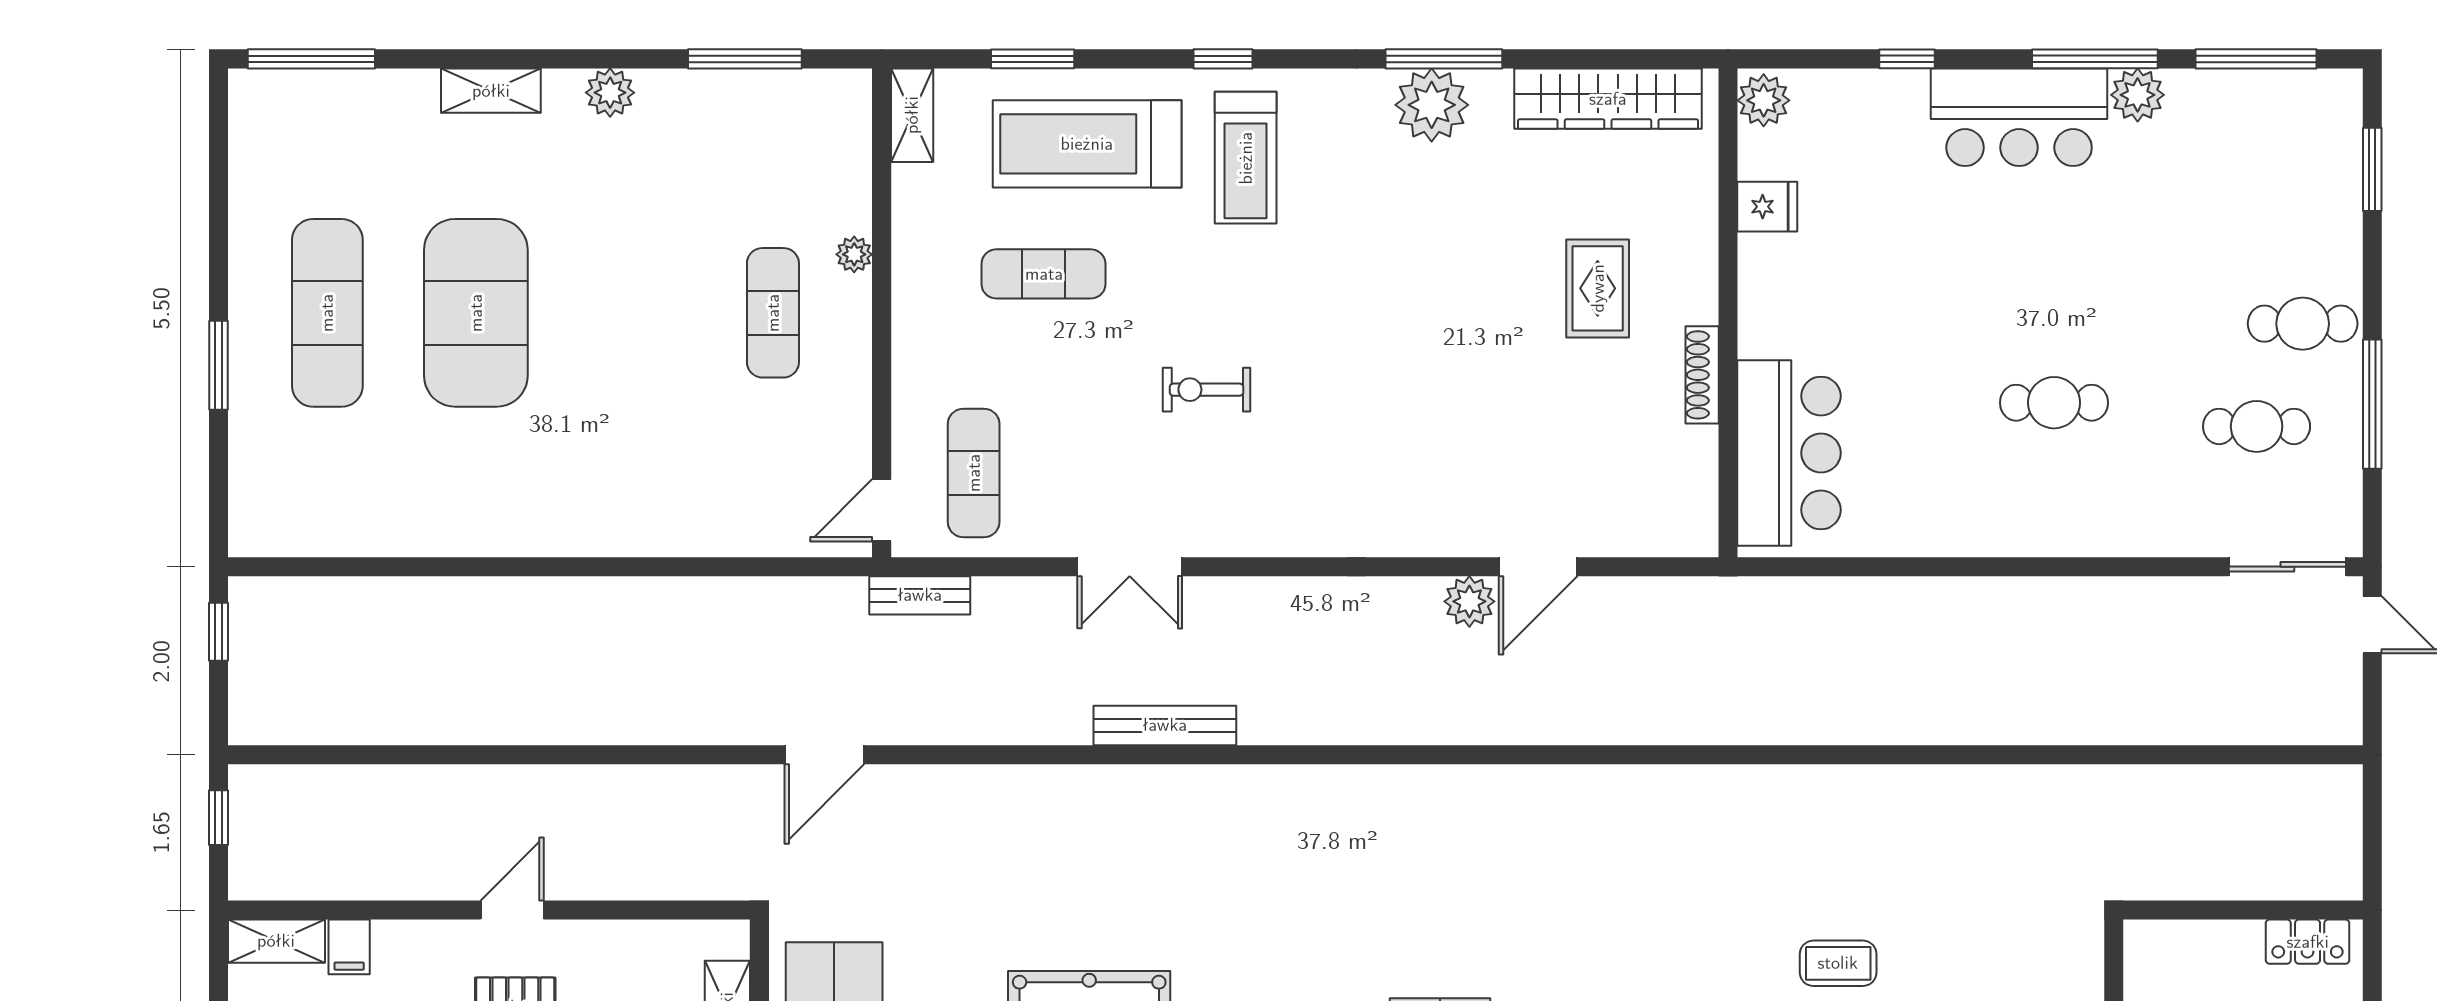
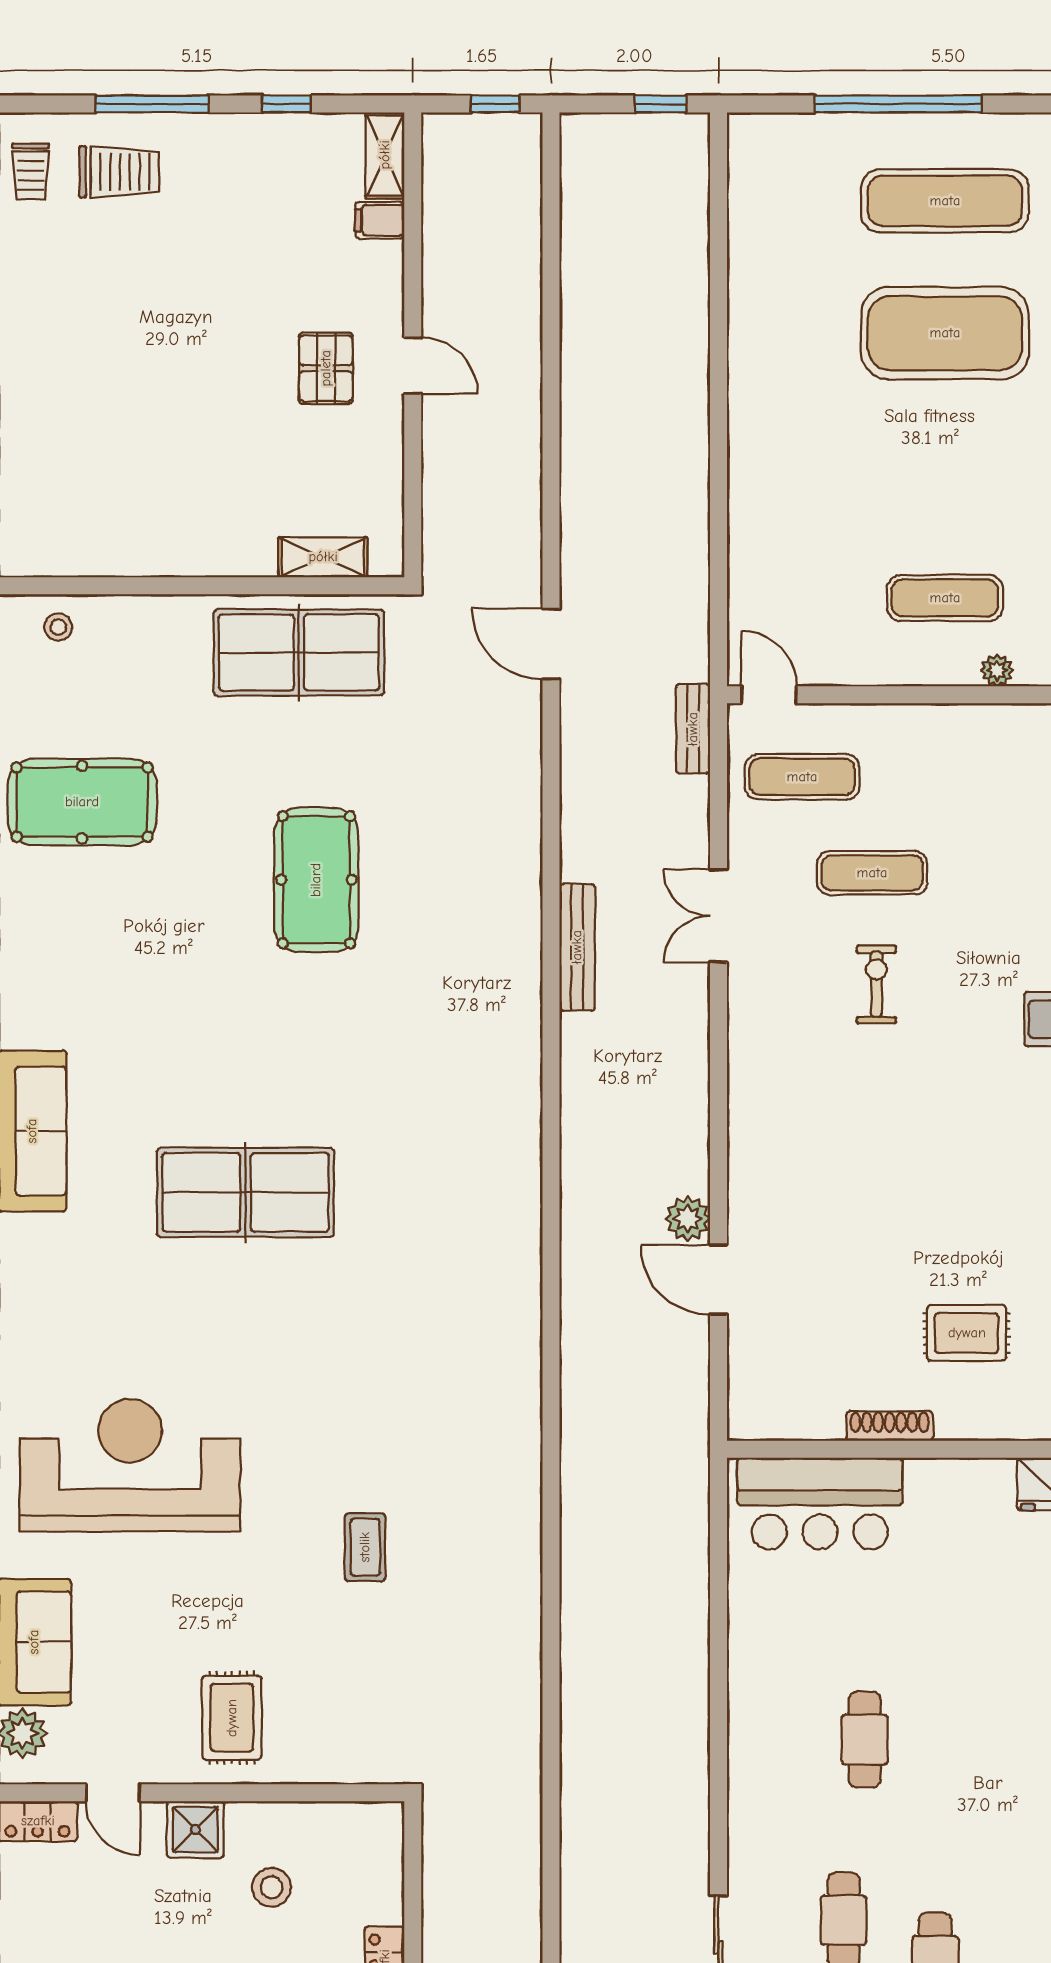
exercise mat: (1044, 274) -> (872, 873), moved, turned 90
window: (219, 365) -> (898, 104), width x2.11

